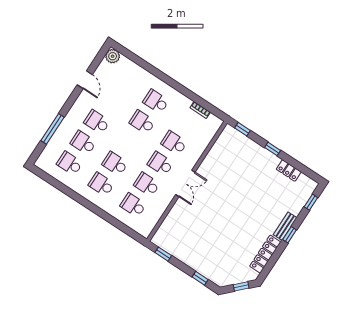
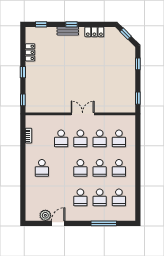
plant: (113, 56) -> (45, 215), moved
school desk: (142, 122) -> (80, 168), moved
locker: (265, 254) -> (94, 32), width x0.66

